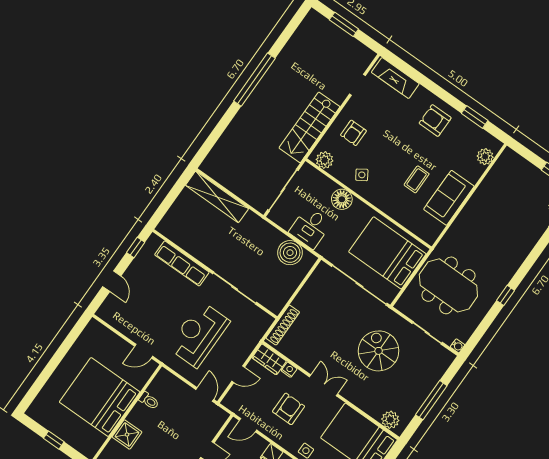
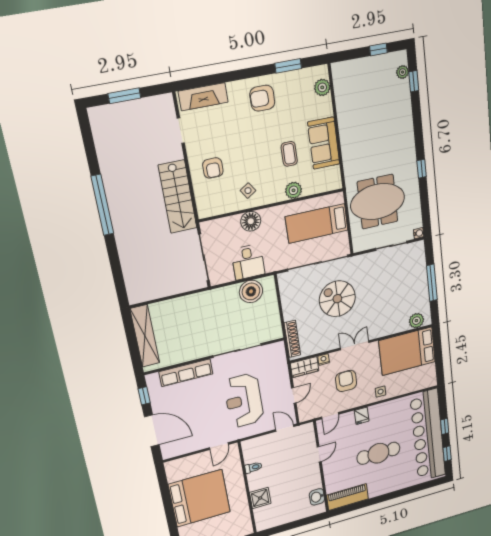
plant: (325, 160) -> (293, 190), moved
shelving: (217, 197) -> (145, 336), moved, turned 90
bed: (387, 253) -> (317, 223), width x0.67
door: (112, 281) -> (152, 431), width x1.88
spiral stairs: (379, 351) -> (337, 299), moved
bed: (100, 397) -> (199, 498), moved, turned 180

